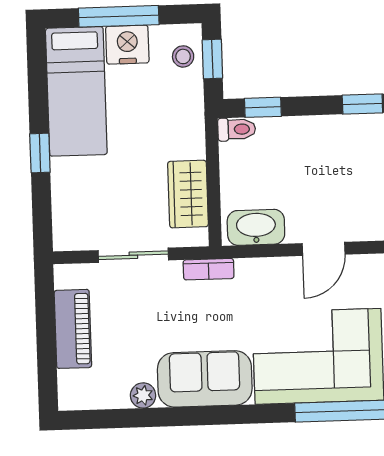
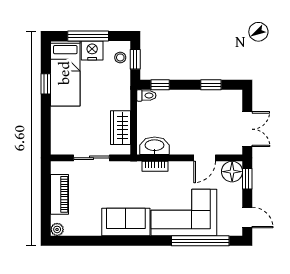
window: (40, 153) -> (46, 84), moved
door: (324, 249) -> (205, 158), moved
bookcase: (209, 269) -> (155, 166), moved
plant: (143, 395) -> (57, 229), moved

